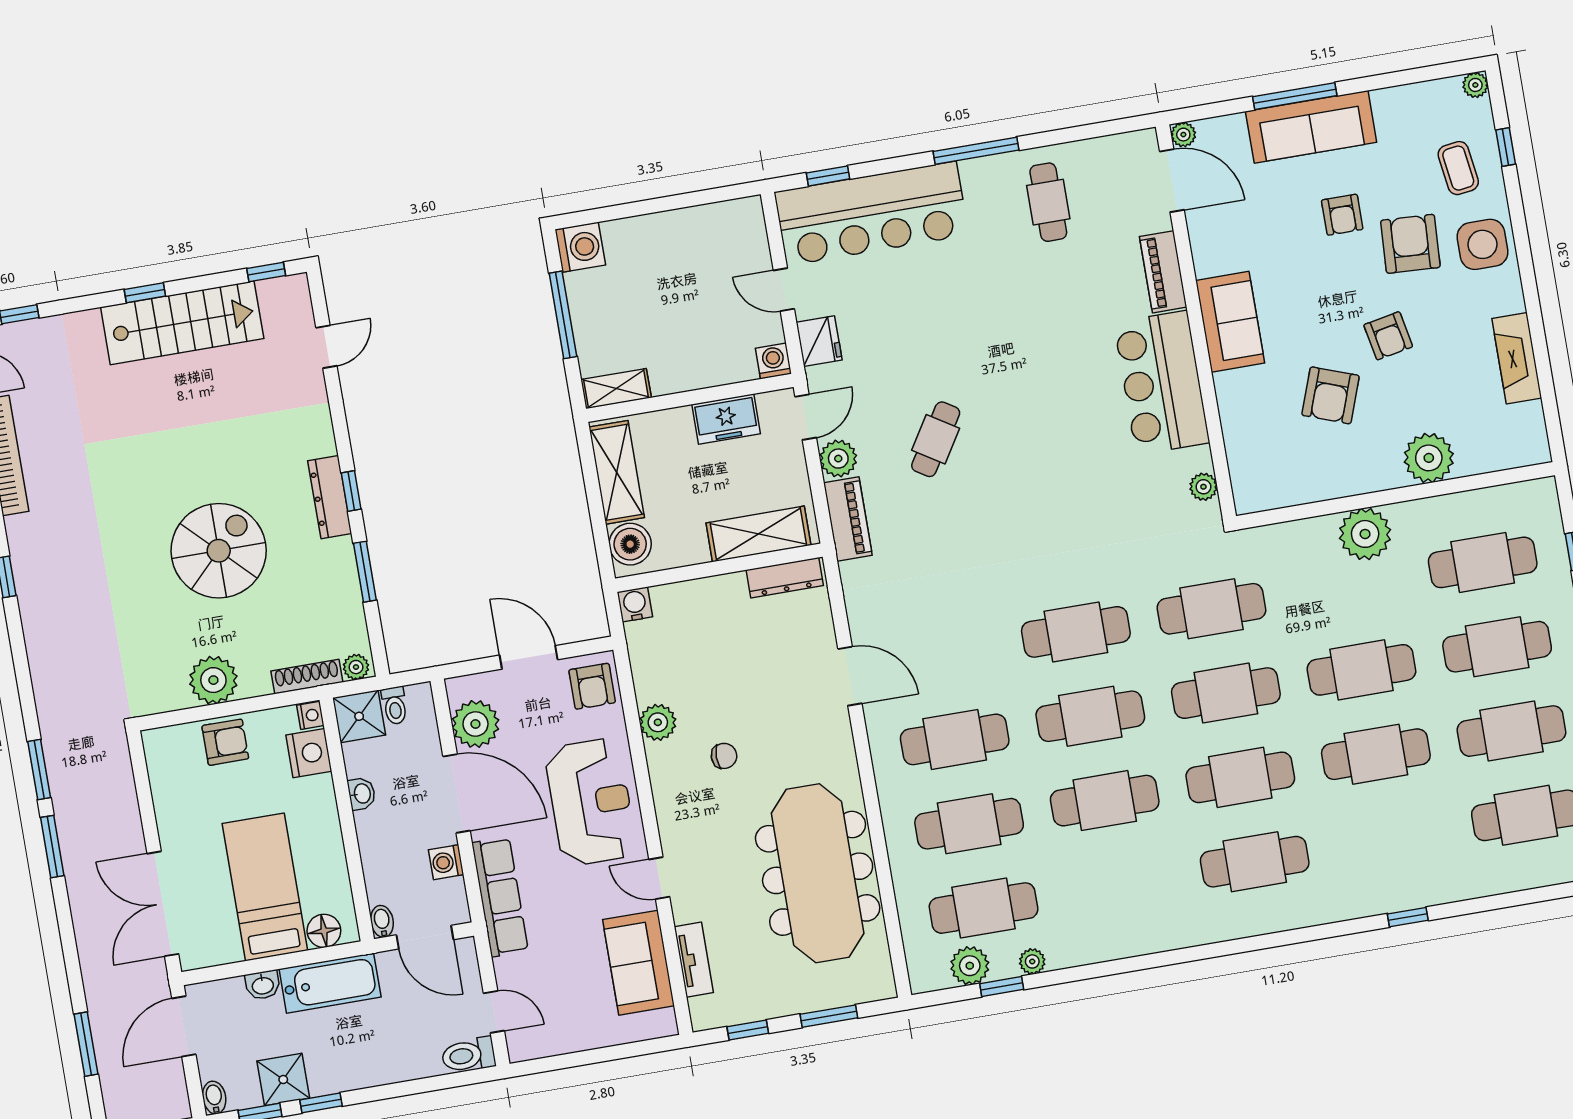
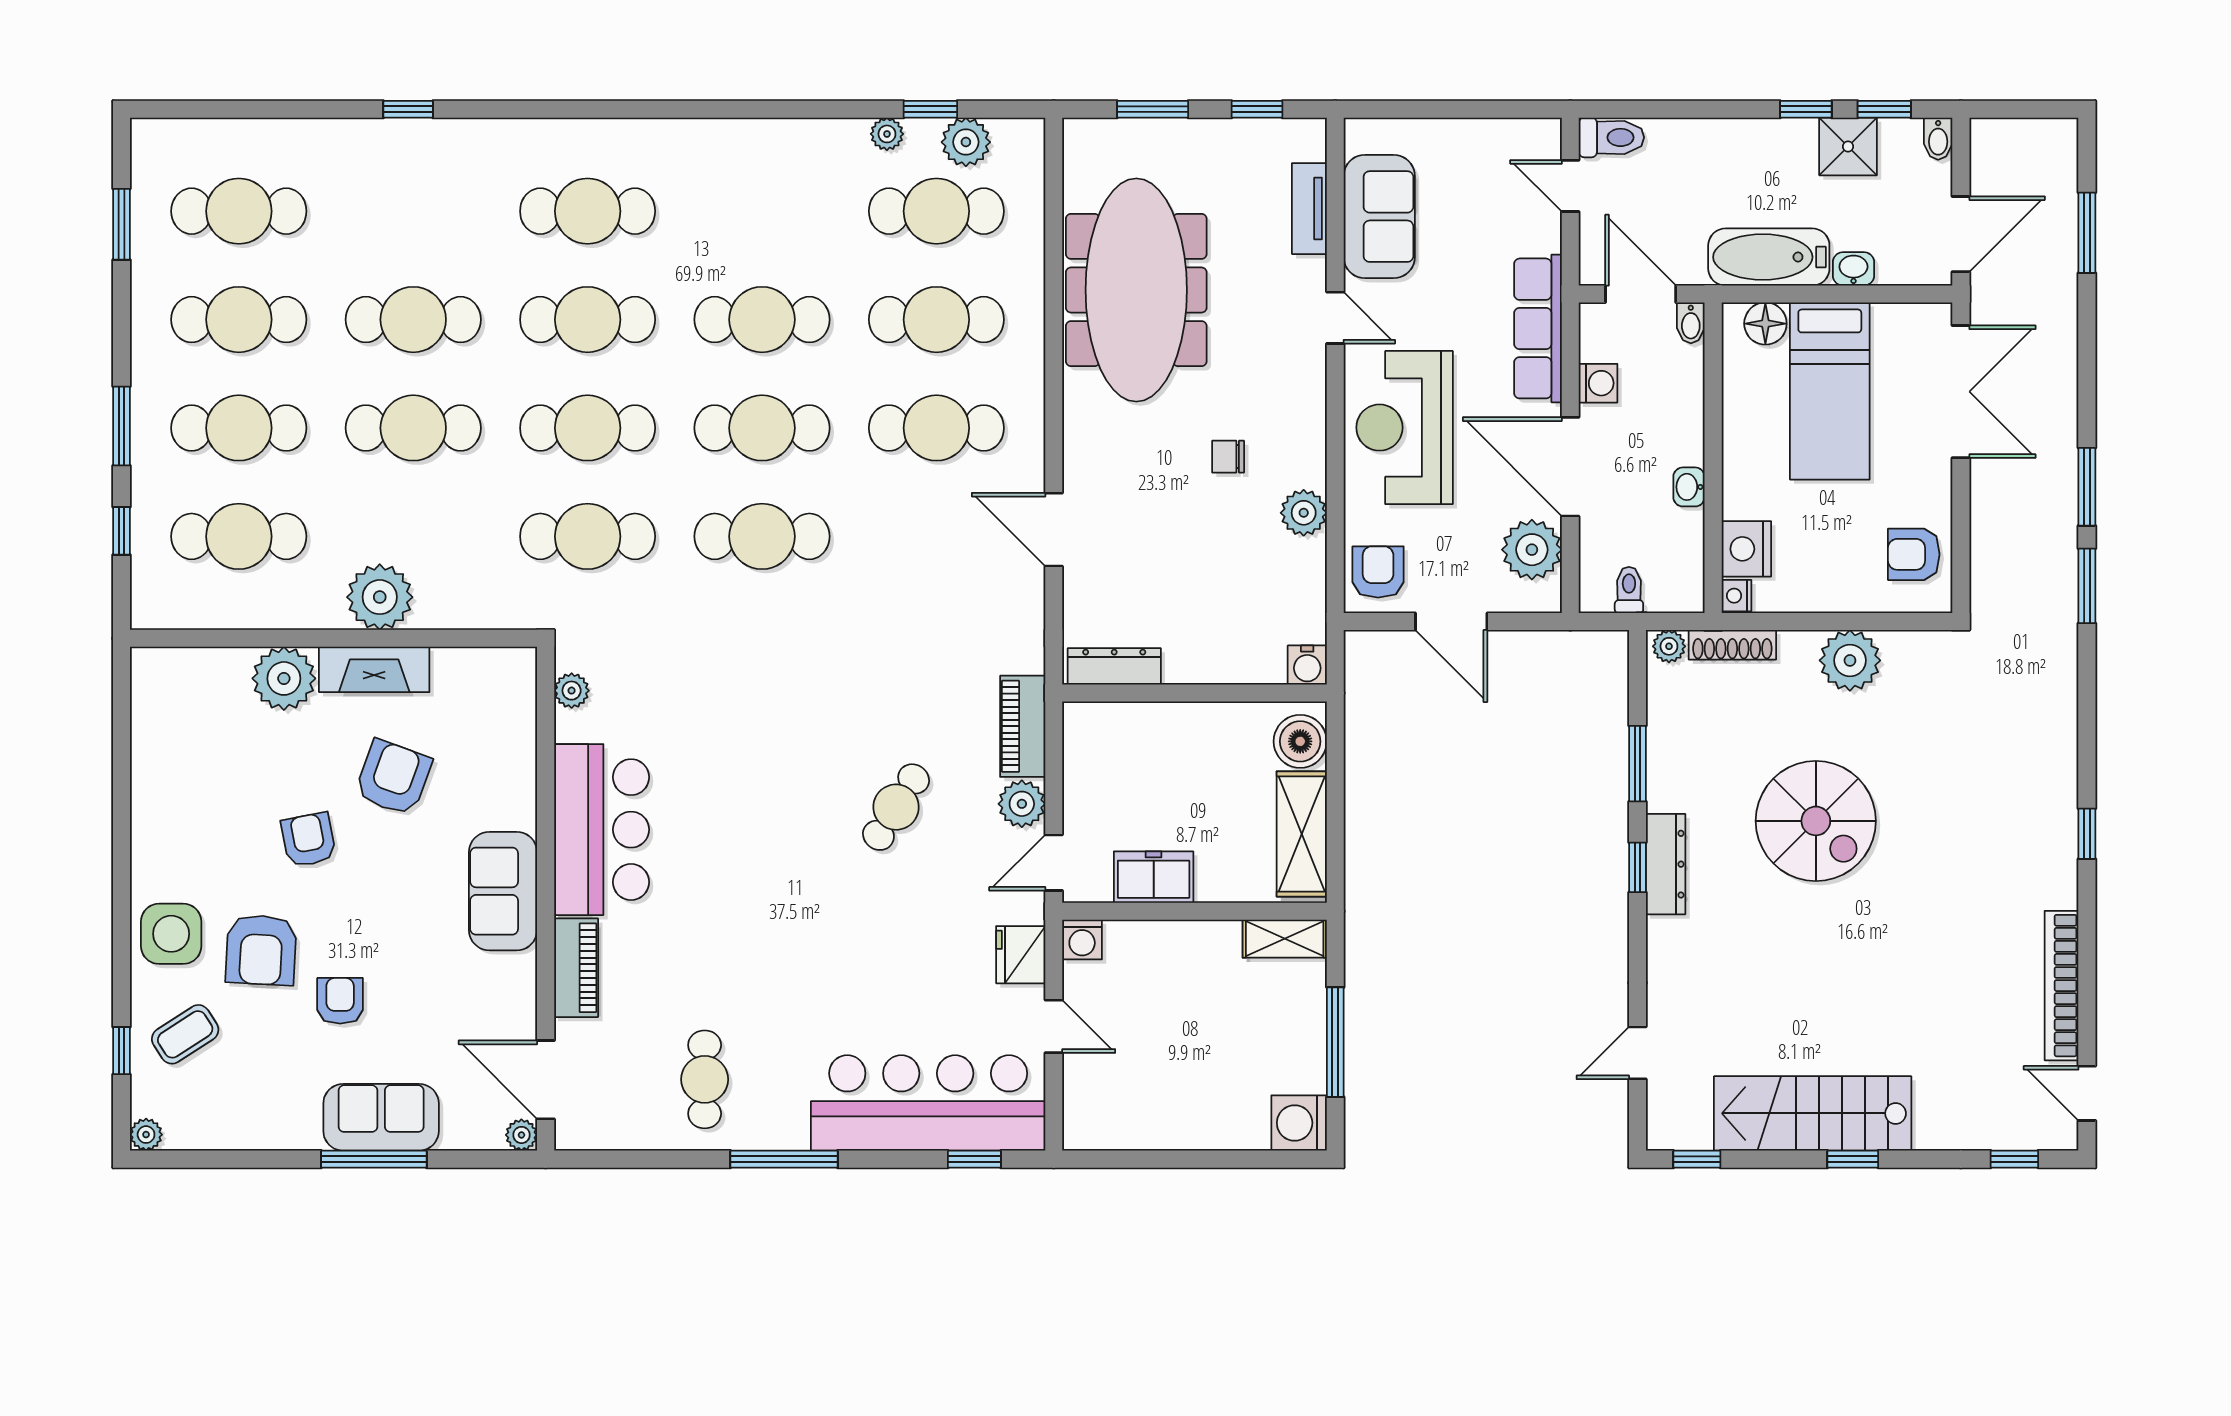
sofa: (1311, 127) -> (381, 1117), width x0.73
coffee table: (1458, 168) -> (185, 1034), turned 65
fireplace: (1517, 358) -> (374, 669), moved, turned 90
shelving: (758, 534) -> (1138, 727), removed
spiral stairs: (219, 551) -> (1816, 821), turned -90
shower: (359, 716) -> (1676, 584), removed
armchair: (225, 742) -> (1914, 554), moved

